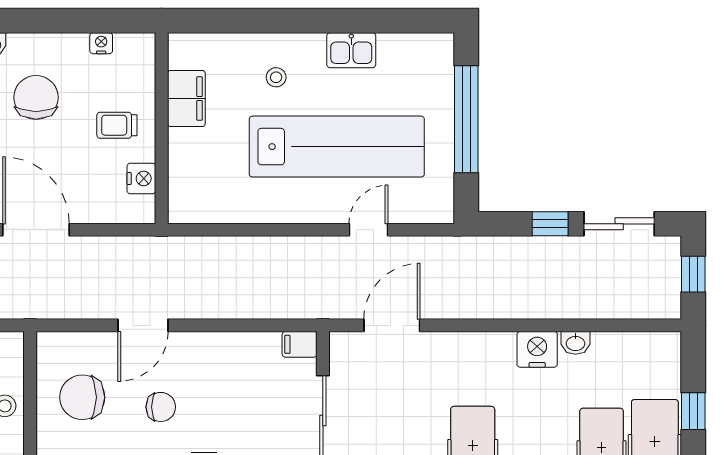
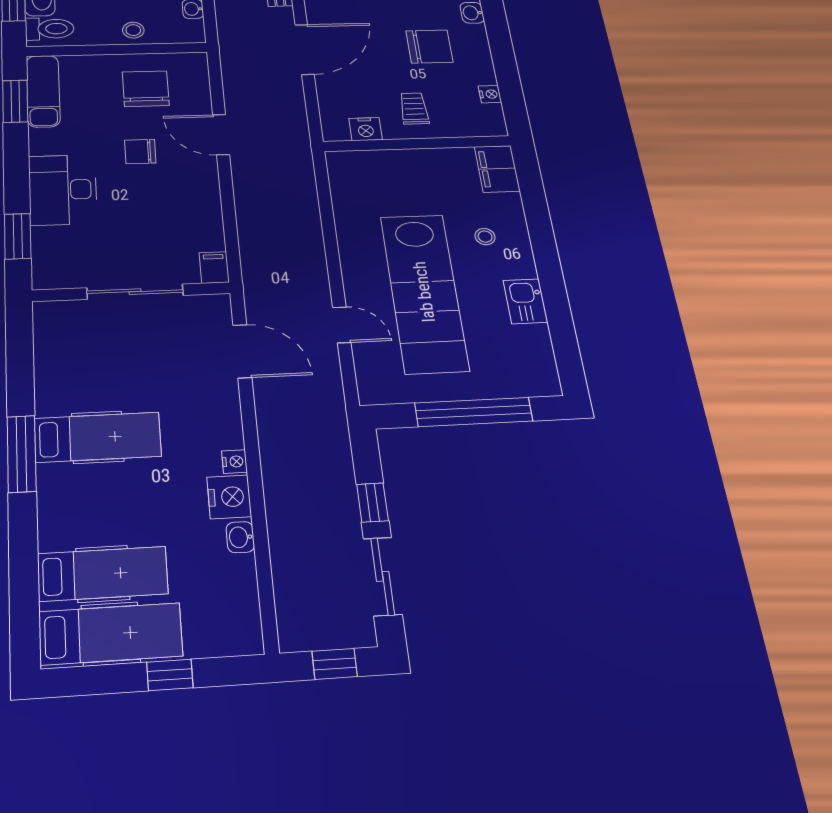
filing cabinet: (186, 99) -> (497, 169), moved, turned 90
nightstand: (503, 342) -> (235, 462), added
chair: (161, 407) -> (140, 151), turned 90

